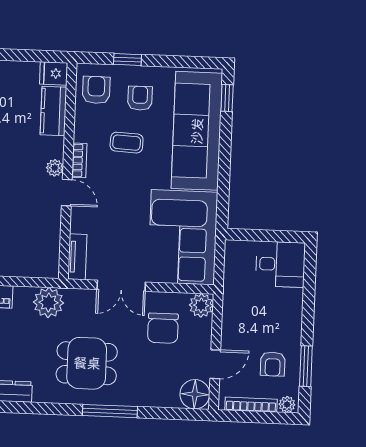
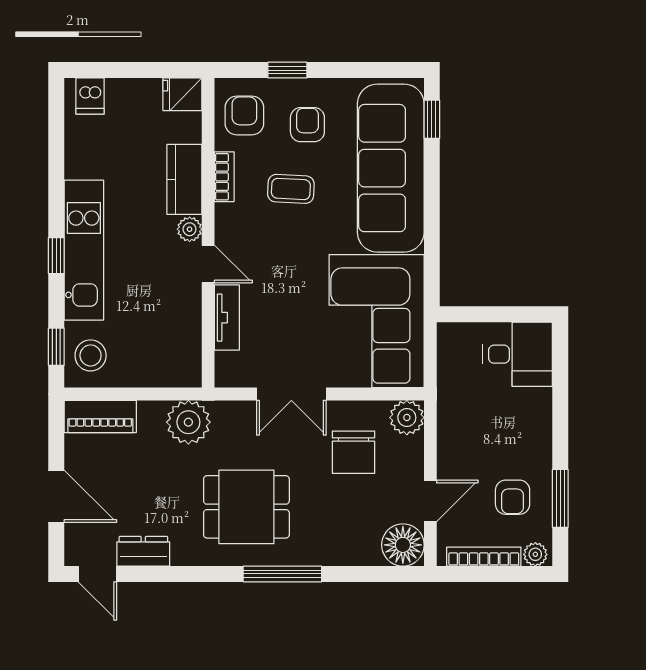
kitchen counter: (53, 111) -> (184, 179), moved
bookcase: (79, 160) -> (224, 177), moved
tv unit: (77, 257) -> (227, 318), moved

